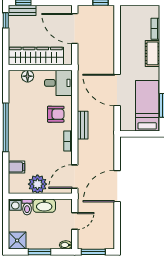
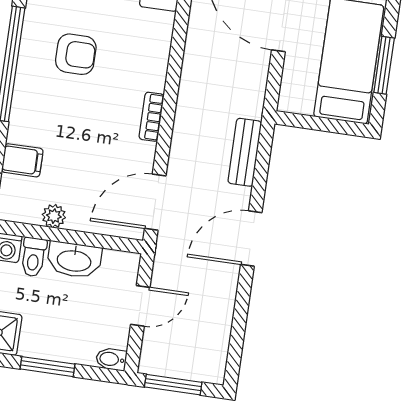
armchair: (56, 114) -> (76, 54), moved
bench: (83, 125) -> (245, 152), moved
plant: (37, 184) -> (54, 216), width x0.53, depth x0.53
door: (117, 186) -> (251, 239), width x0.73

